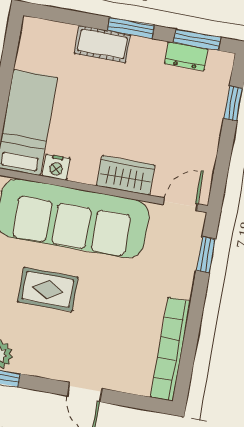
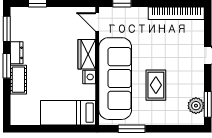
dresser: (186, 56) -> (17, 53), moved
nightstand: (56, 167) -> (89, 77), moved

